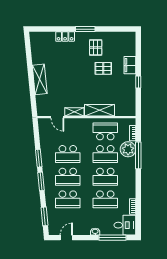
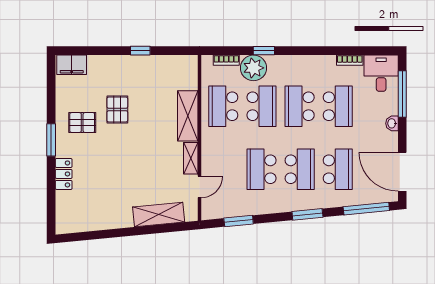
filing cabinet: (130, 65) -> (72, 65), moved
shelving: (40, 79) -> (159, 214), moved
school desk: (68, 154) -> (261, 169), turned 180
window: (138, 155) -> (264, 51), width x0.46
window: (39, 158) -> (239, 221), moved
school desk: (105, 177) -> (300, 106), turned 180
window: (44, 216) -> (366, 209), width x1.44
door: (66, 238) -> (402, 172), width x1.88

